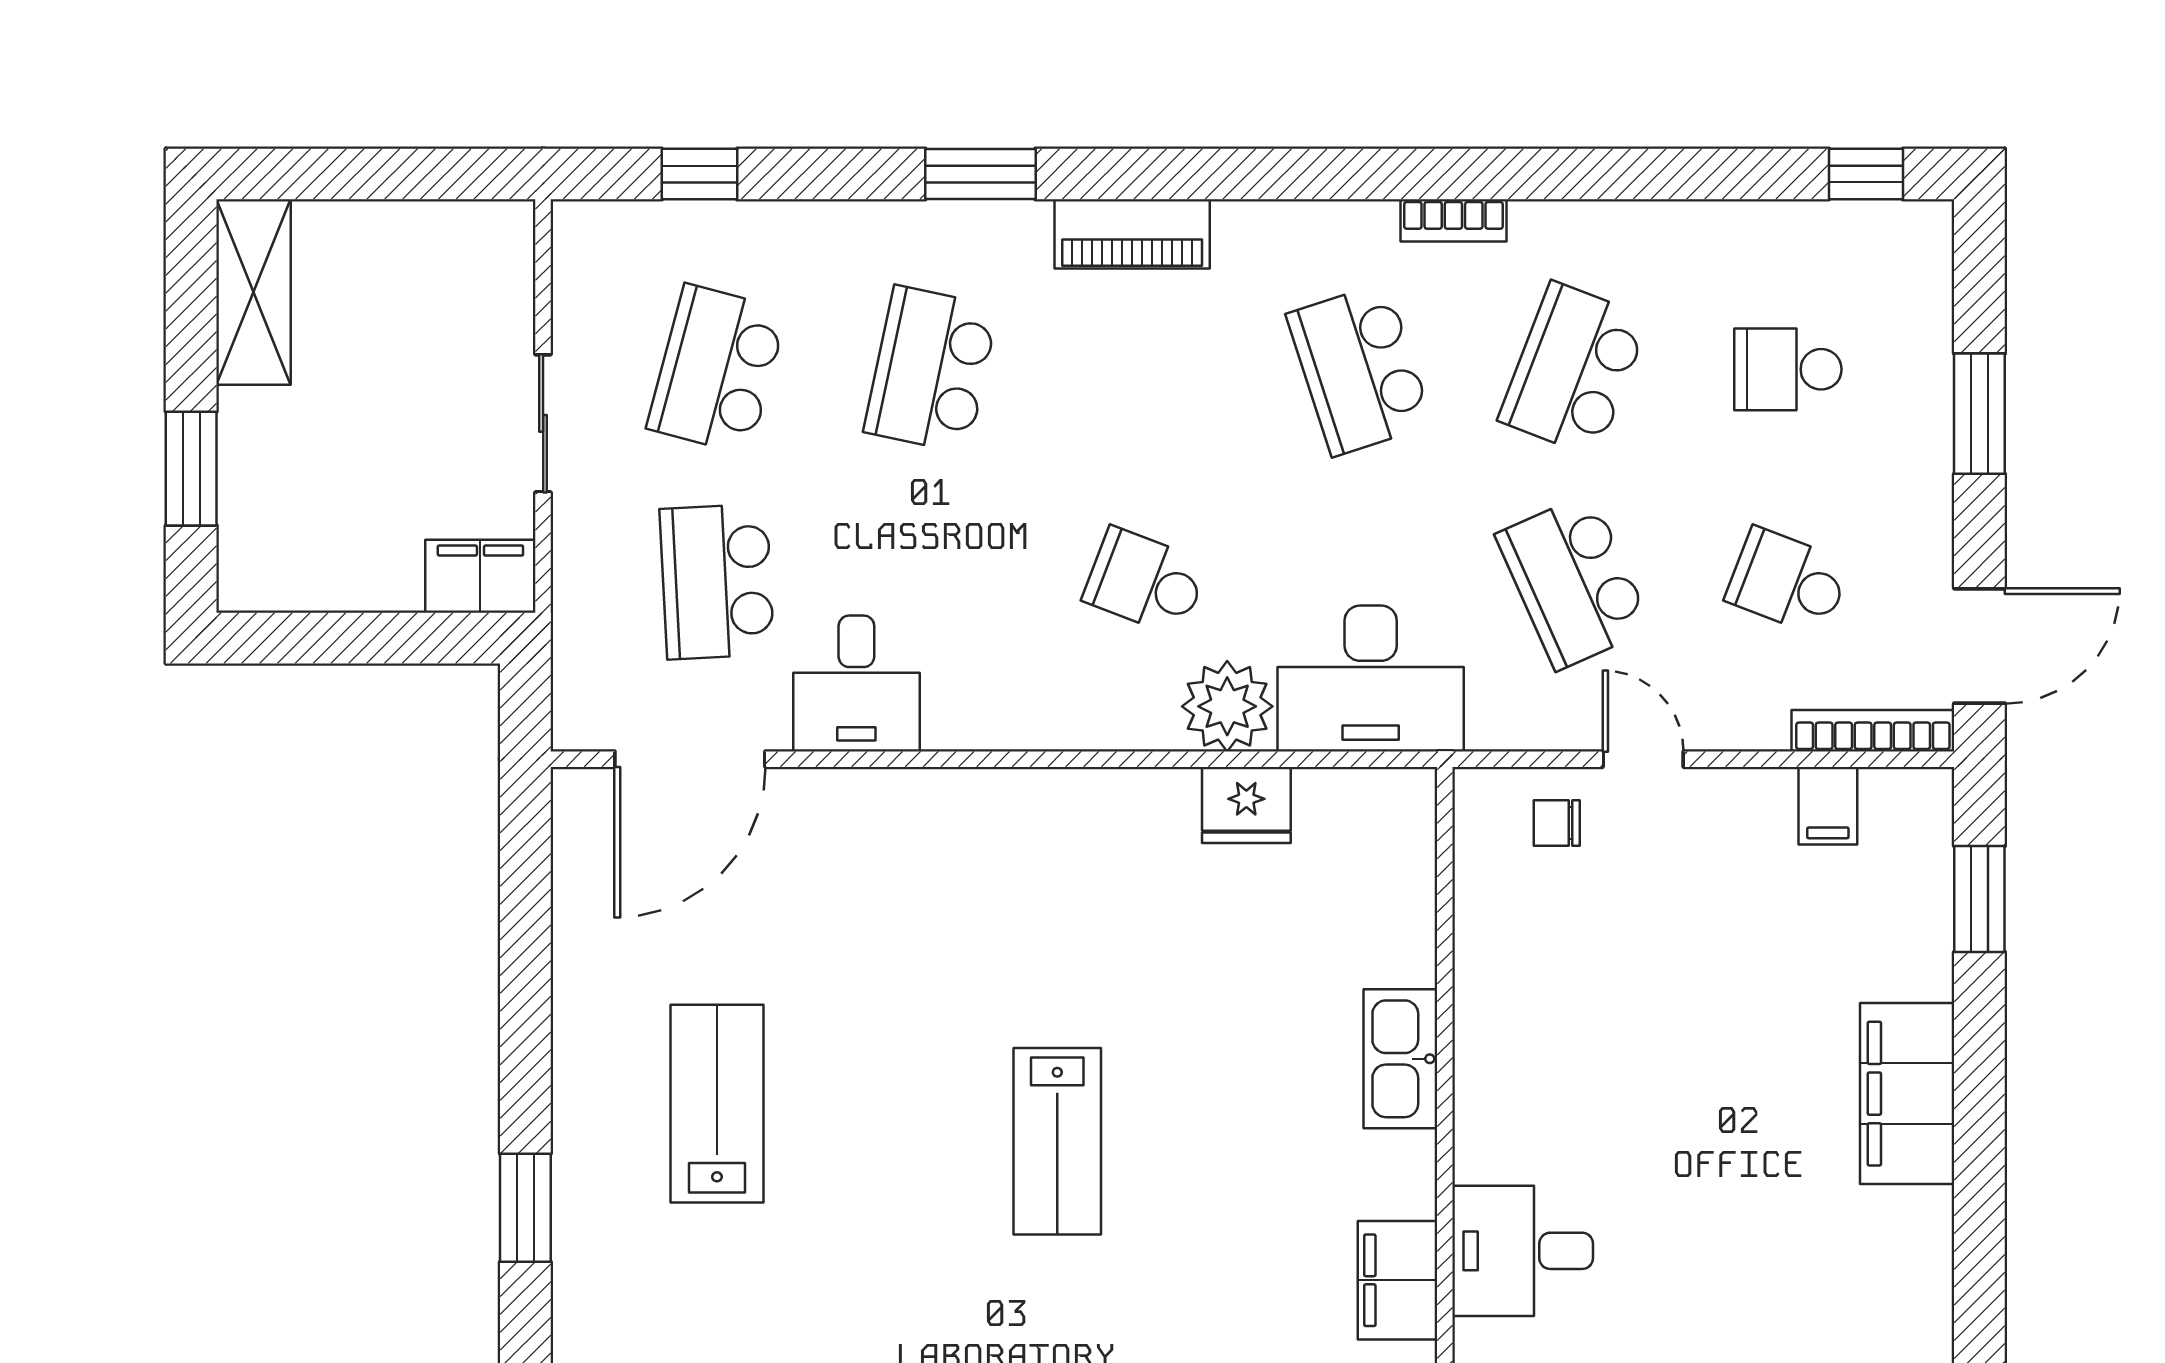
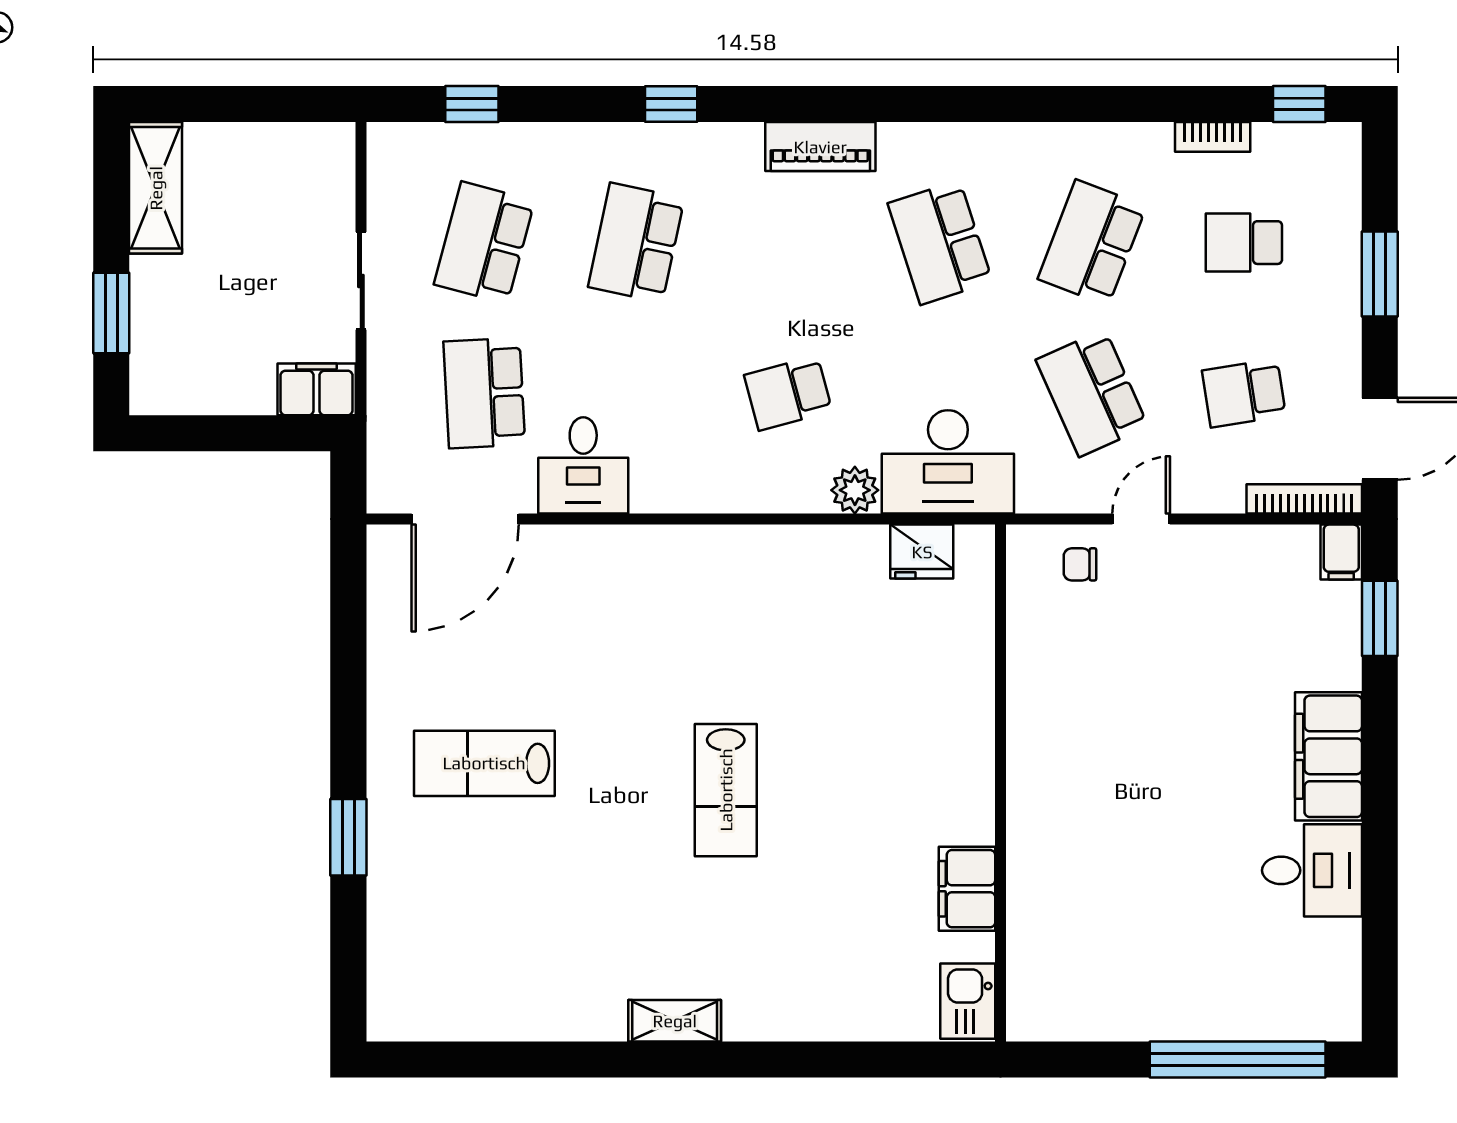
window: (980, 174) -> (671, 104), width x0.67
bookcase: (1453, 220) -> (1213, 137), moved
piano: (1132, 234) -> (820, 147), moved
school desk: (1145, 582) -> (788, 393), turned -36
school desk: (1788, 582) -> (1244, 393), turned -30
plant: (1227, 706) -> (855, 490), width x0.73, depth x0.73
door: (1643, 759) -> (1141, 519), hinge flipped
fridge: (1246, 805) -> (922, 552), moved
filing cabinet: (1828, 806) -> (1341, 552), moved
kitchen sink: (1400, 1059) -> (969, 732), removed
lab bench: (717, 1104) -> (484, 763), turned -90
desk: (1523, 1251) -> (1312, 870), moved, turned 180

